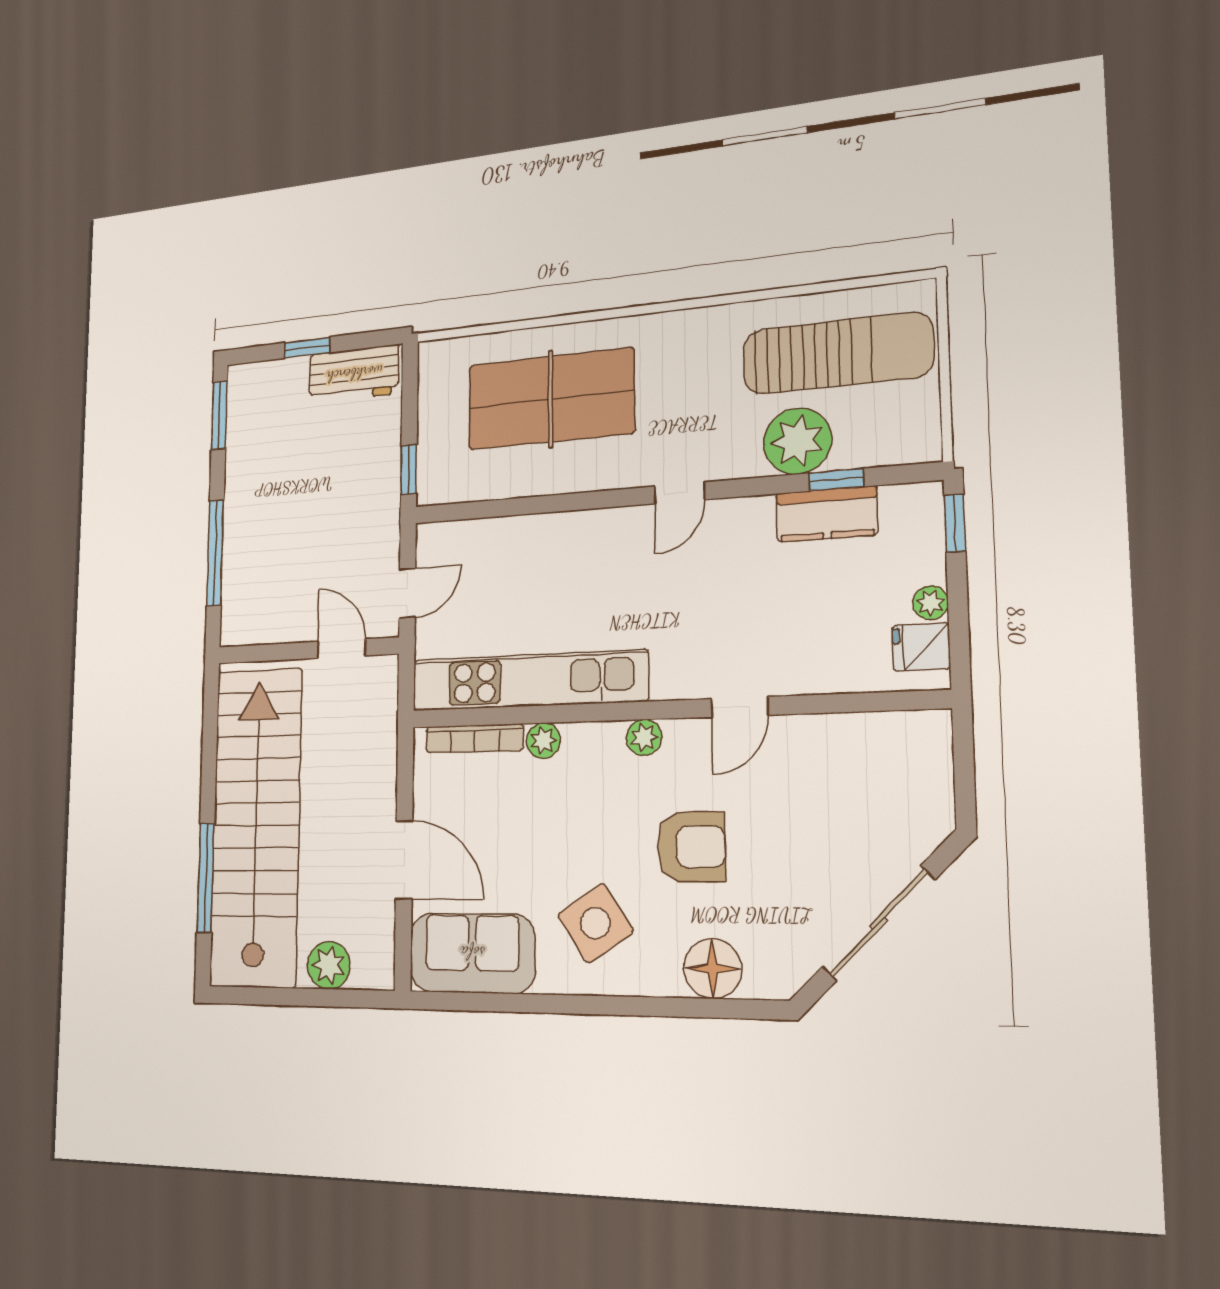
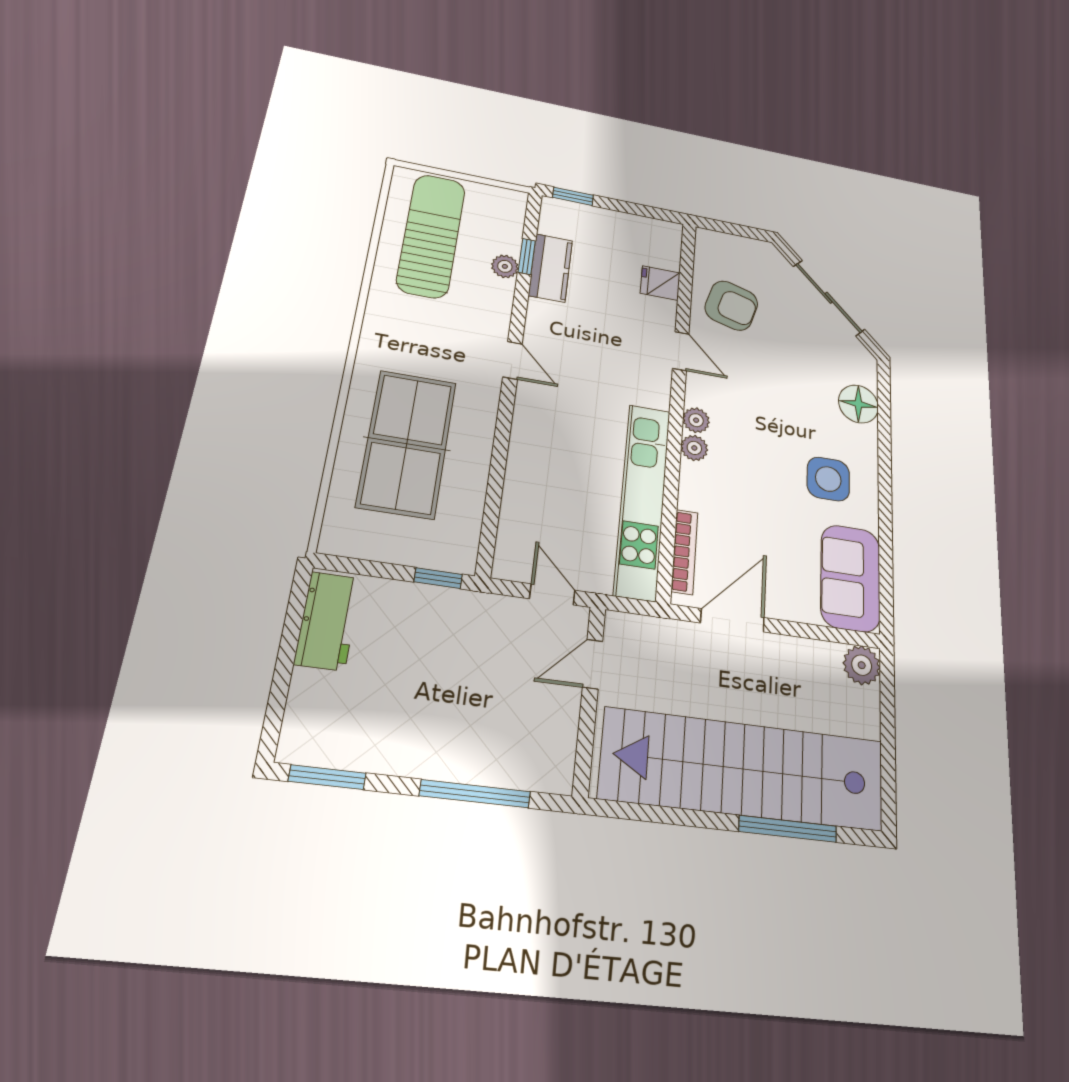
window: (307, 348) -> (284, 668), removed
plant: (797, 441) -> (505, 266), width x0.53, depth x0.53
plant: (931, 603) -> (624, 222), removed
fridge: (921, 647) -> (660, 283), moved, turned 90
plant: (543, 741) -> (694, 448), moved
armchair: (691, 847) -> (731, 306), moved, turned 106
door: (404, 860) -> (732, 620), moved
side table: (595, 923) -> (828, 479), turned 34
plant: (329, 965) -> (862, 665), moved

